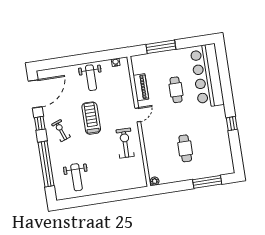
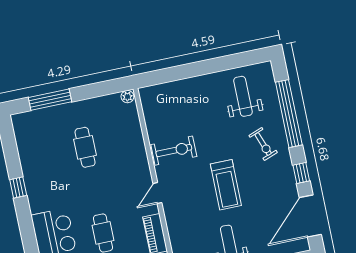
exercise bike: (61, 131) -> (263, 144), moved
exercise bike: (125, 143) -> (174, 151), turned -91

